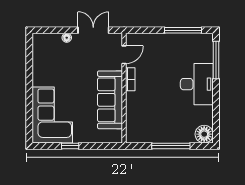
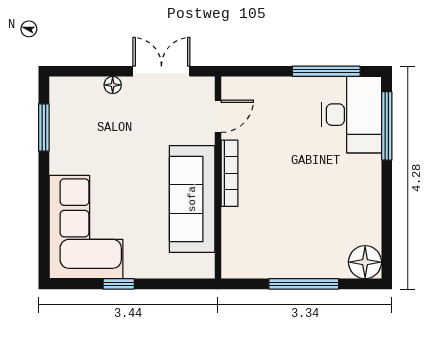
window: (29, 61) -> (44, 128), added
bookcase: (130, 79) -> (229, 173), width x1.56
desk: (197, 84) -> (352, 115), moved

